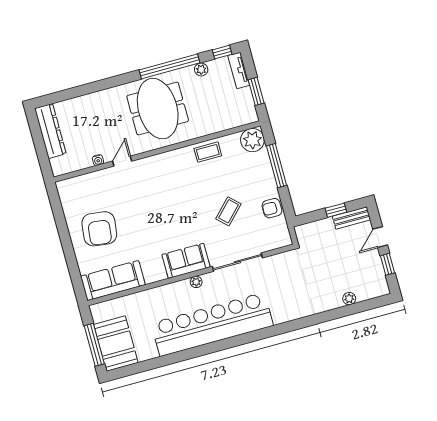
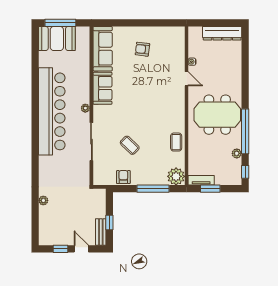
tv unit: (239, 70) -> (201, 180), moved
armchair: (99, 229) -> (142, 49), width x0.53, depth x0.53
sofa: (186, 261) -> (102, 88), moved
plant: (349, 299) -> (43, 200), moved

